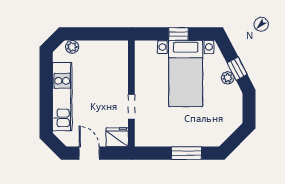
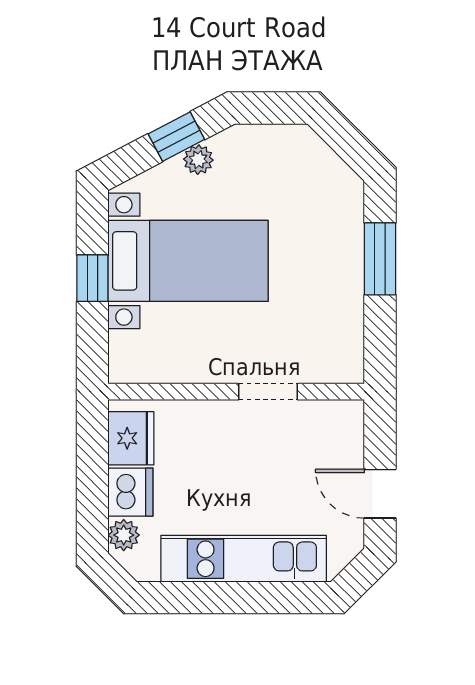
dishwasher: (90, 50) -> (130, 492), added
fridge: (117, 137) -> (131, 438), moved, turned 180
door: (89, 153) -> (380, 494), hinge flipped

